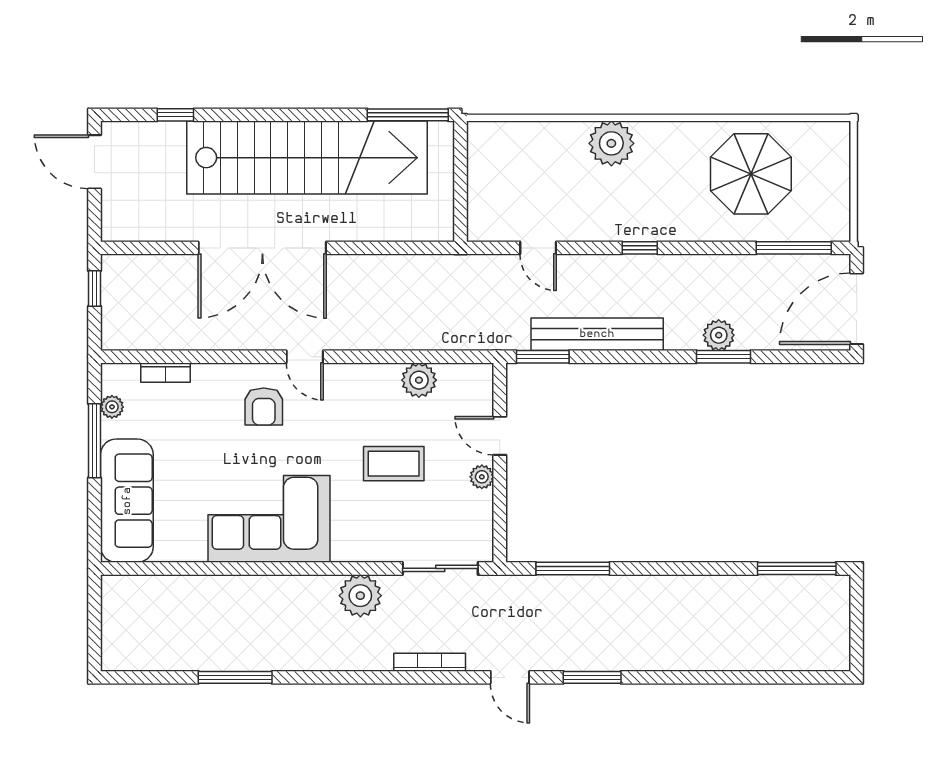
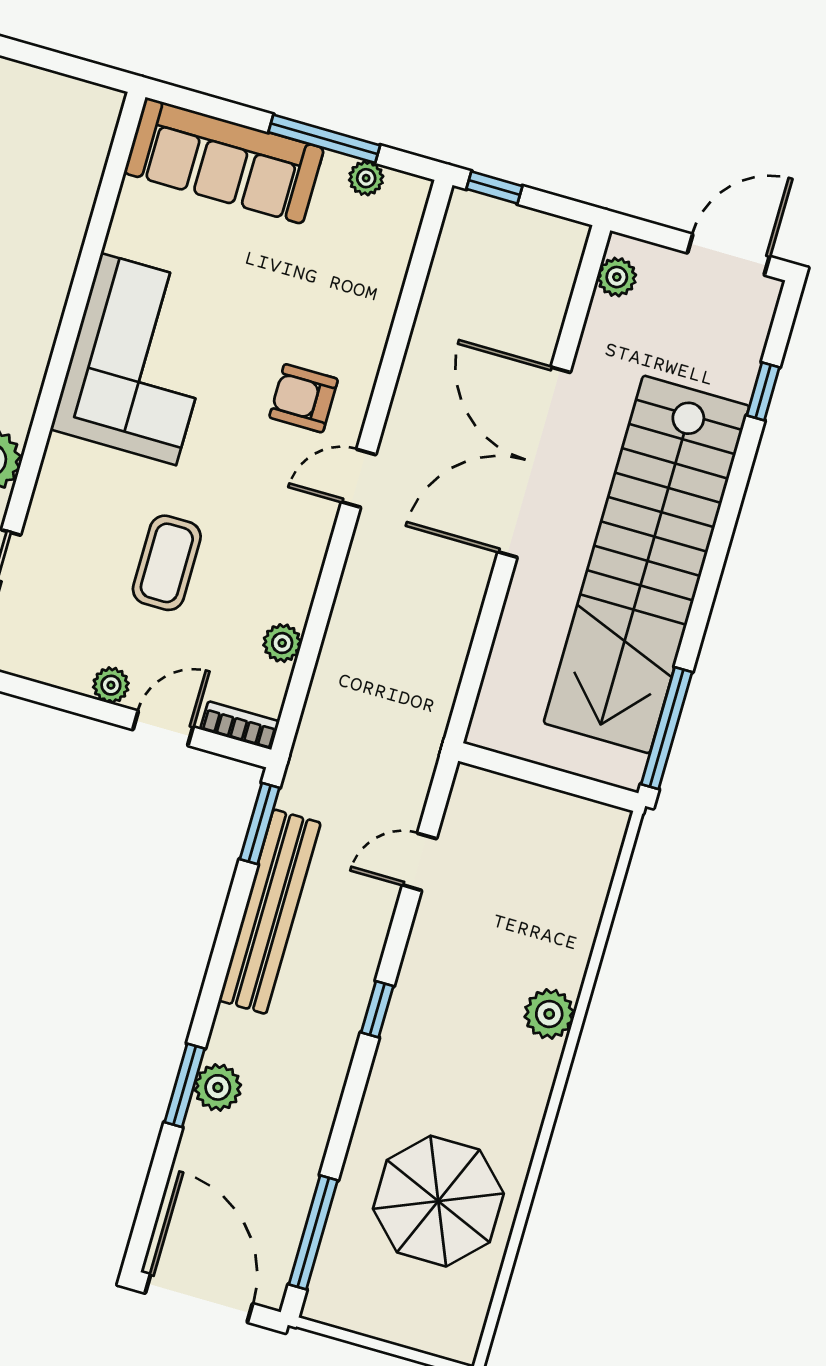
plant: (611, 143) -> (549, 1014), width x0.73, depth x0.73
plant: (129, 229) -> (617, 277), added
window: (95, 289) -> (494, 188), moved
bookcase: (166, 373) -> (240, 725), moved, turned 90
plant: (419, 380) -> (282, 643), width x0.73, depth x0.73

